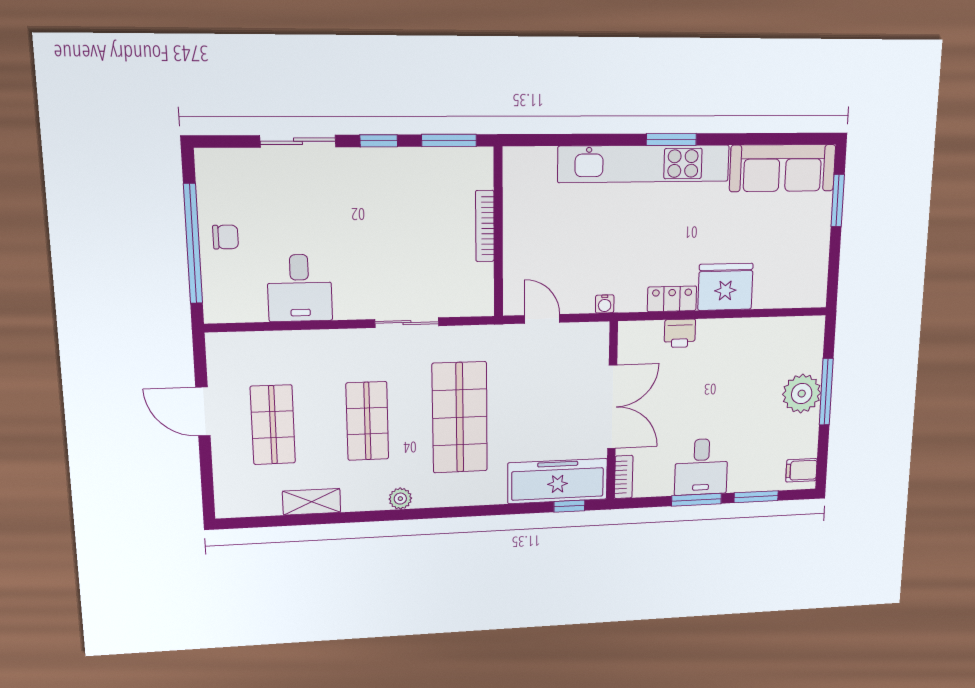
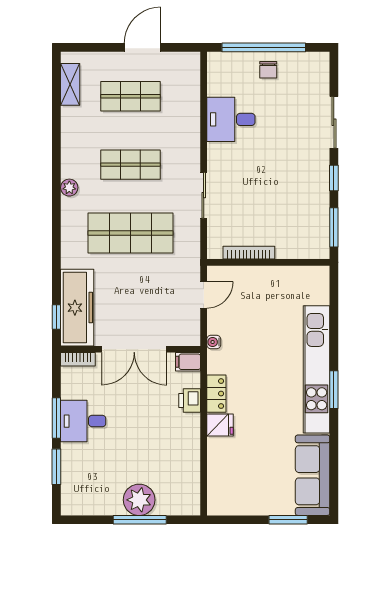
bookcase: (485, 226) -> (249, 253), moved
fridge: (725, 287) -> (220, 425), width x0.53, depth x0.75
filing cabinet: (801, 470) -> (188, 362), moved, turned -90
shelving: (312, 502) -> (70, 84), moved

